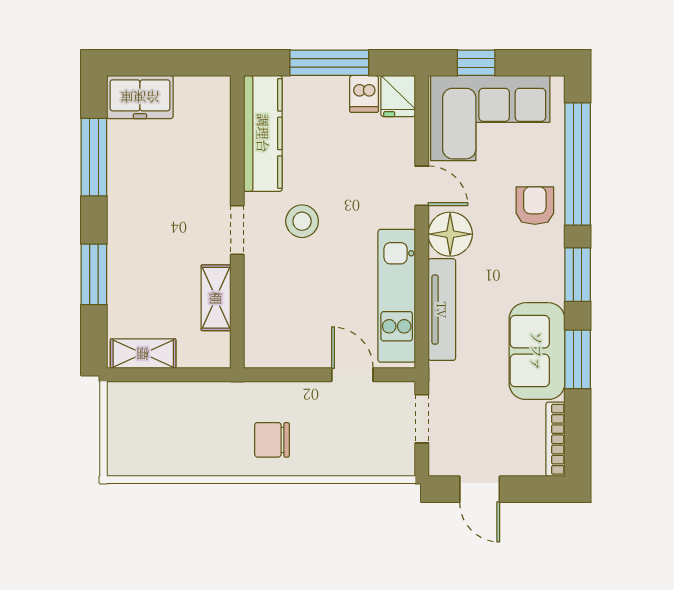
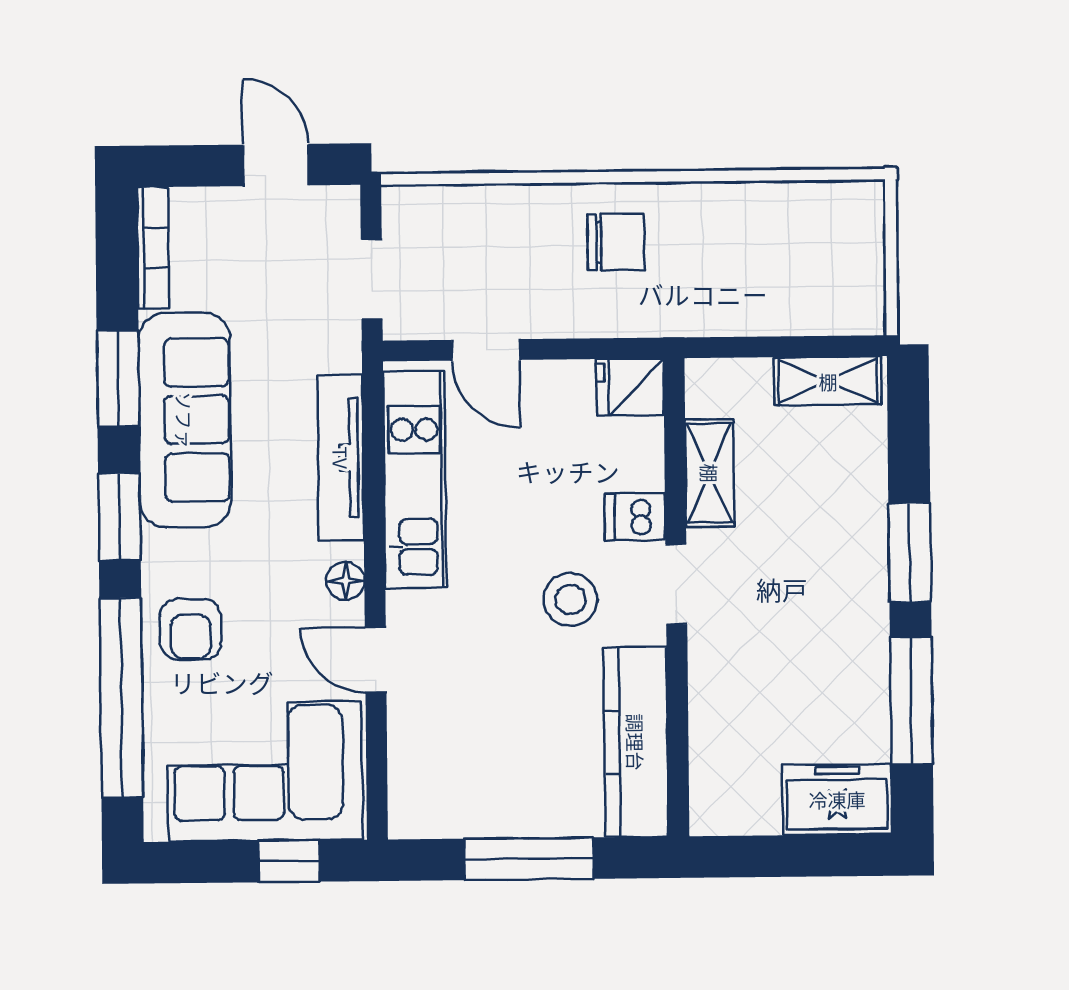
dishwasher: (364, 94) -> (635, 517), moved, turned -90
fridge: (398, 96) -> (630, 387), moved, turned -90
floor lamp: (450, 234) -> (345, 581), width x0.53, depth x0.53
window: (94, 274) -> (910, 553), moved
sofa: (537, 351) -> (185, 420), width x1.36

